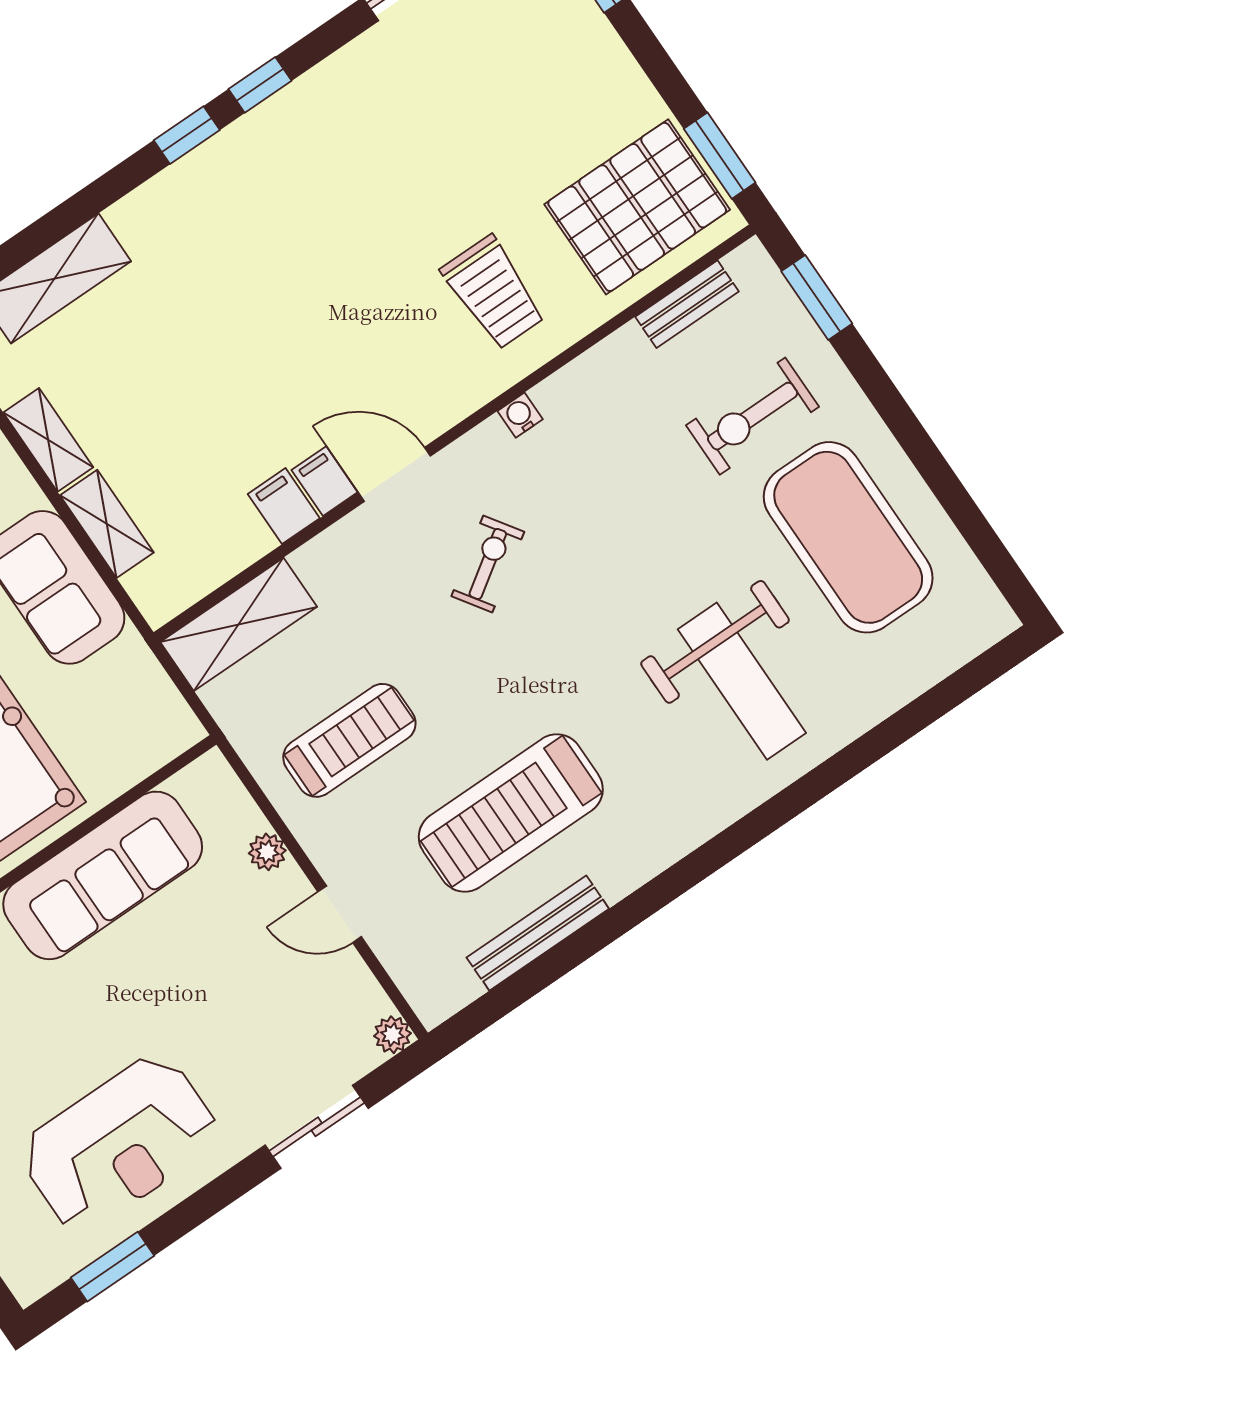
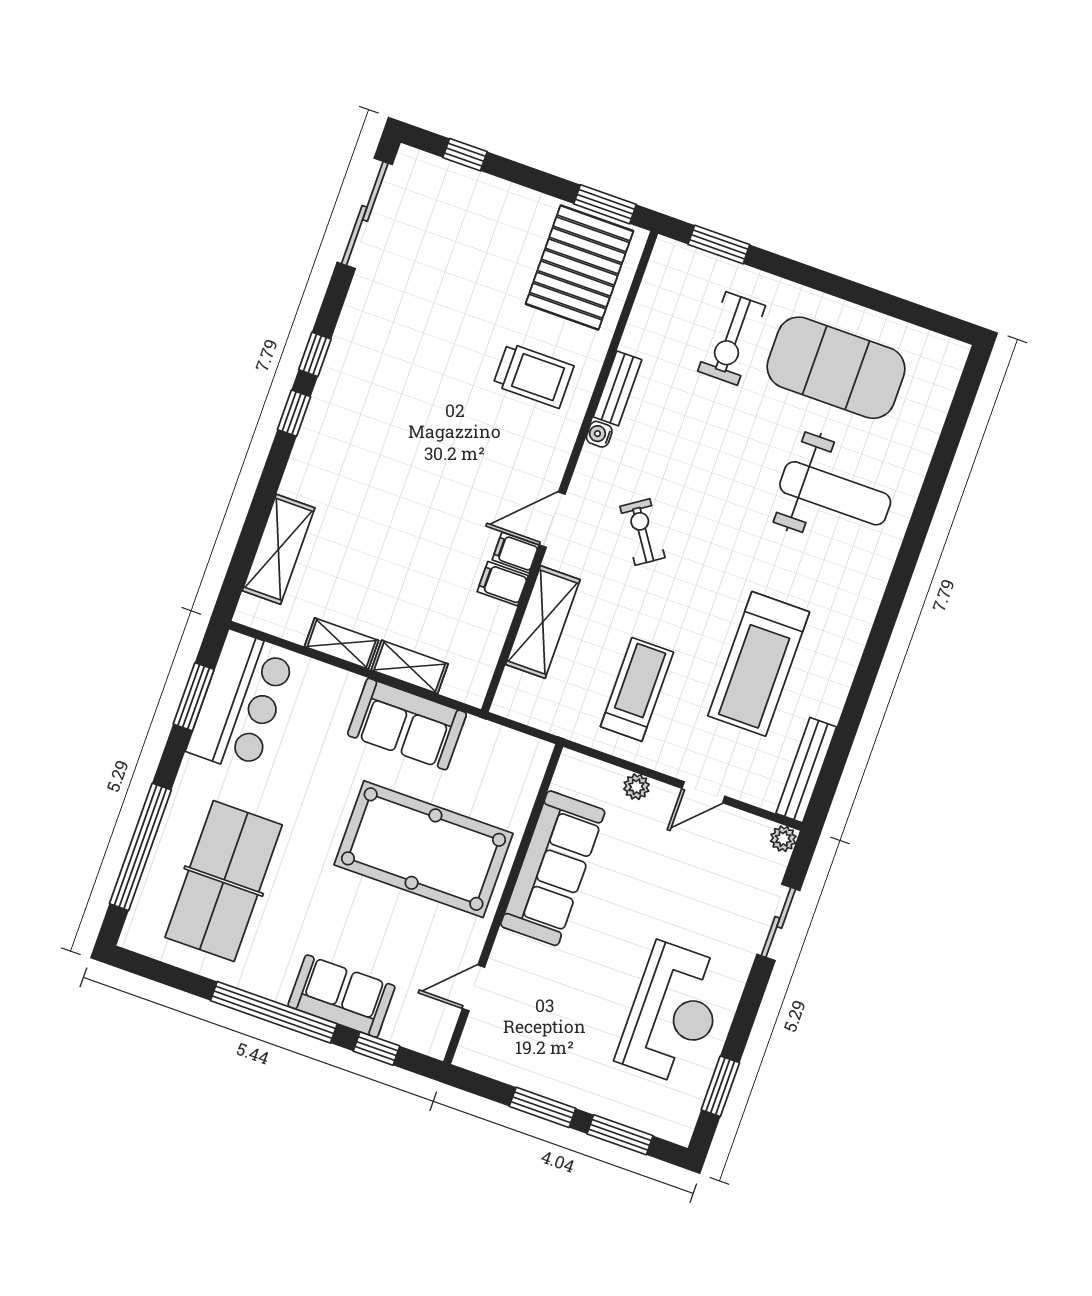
bench: (687, 304) -> (617, 388), moved
shelving: (239, 624) -> (543, 622), moved
bench: (538, 933) -> (806, 770), moved

